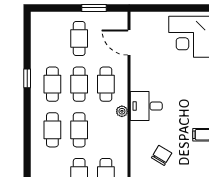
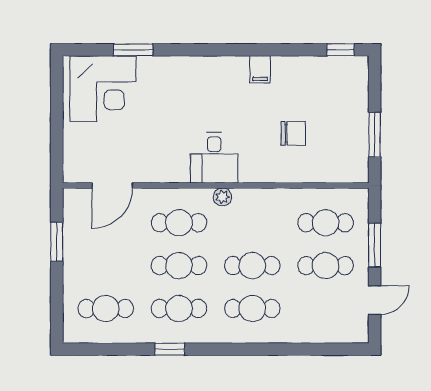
cafe table: (79, 38) -> (106, 308), moved
chair: (162, 155) -> (293, 133), turned 149

